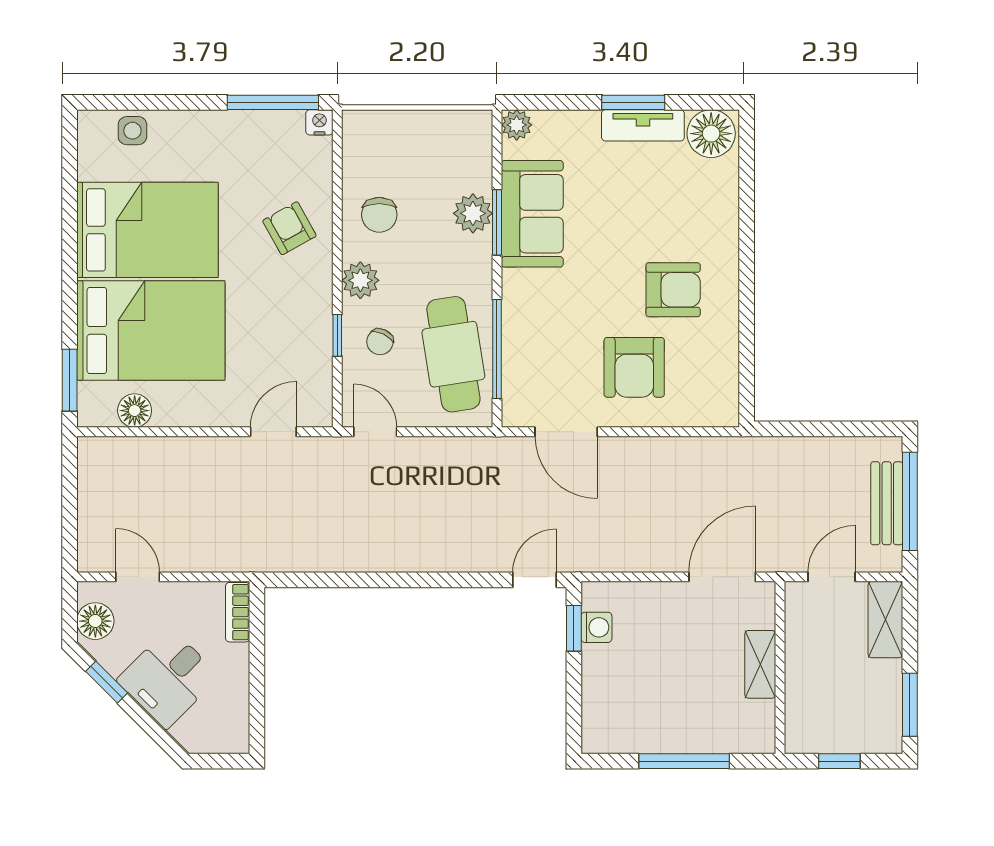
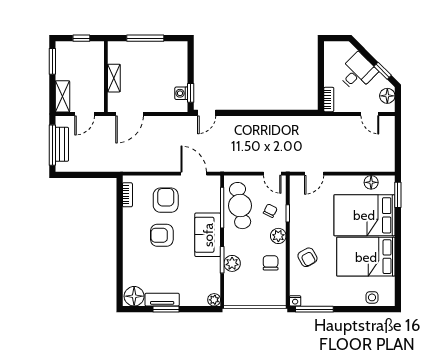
sofa: (532, 214) -> (208, 235), moved
armchair: (673, 290) -> (162, 235), moved
bookcase: (727, 380) -> (127, 195), added

